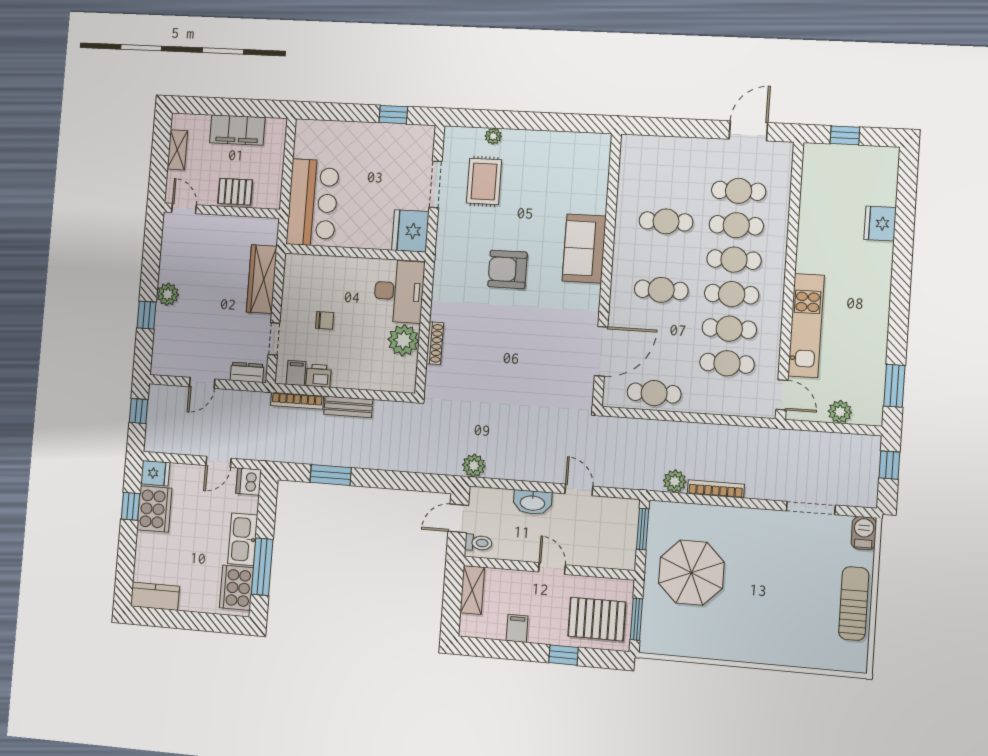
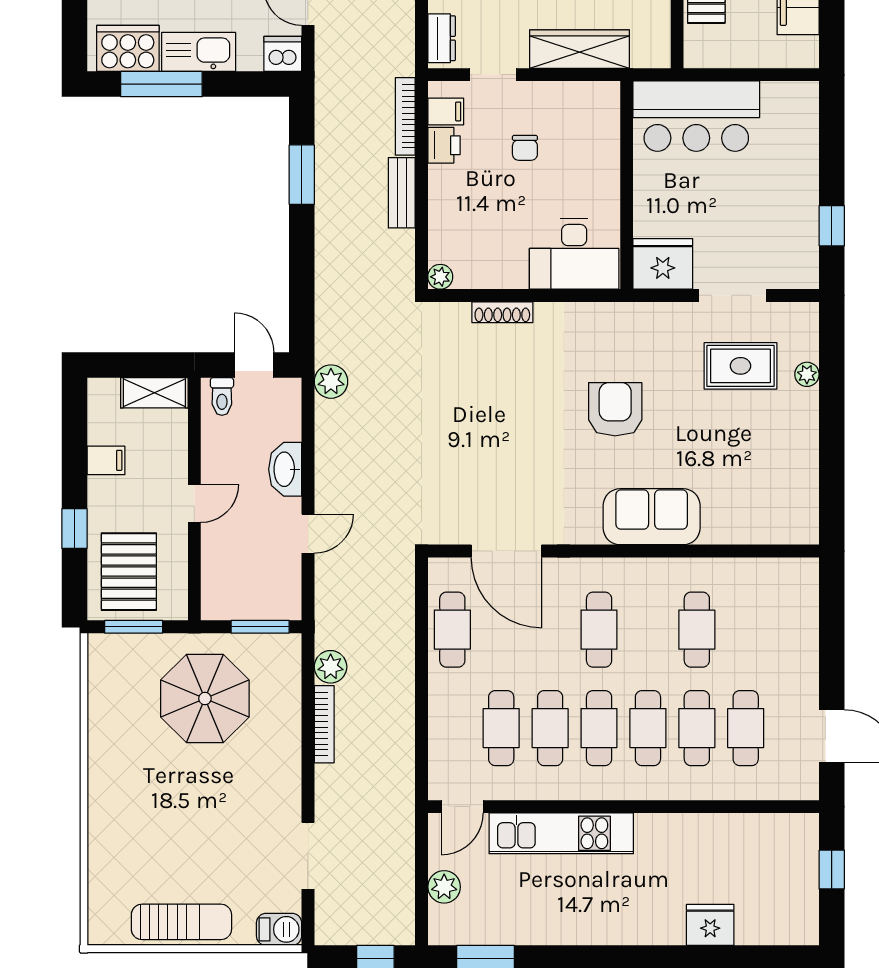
plant: (403, 340) -> (440, 277), moved, width x0.53, depth x0.53

